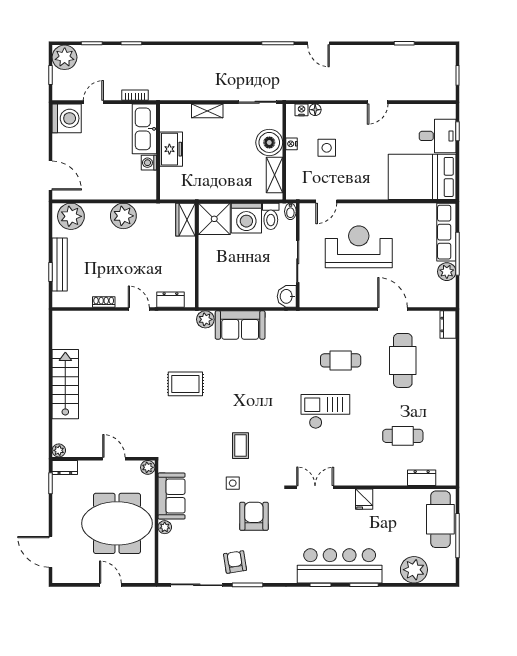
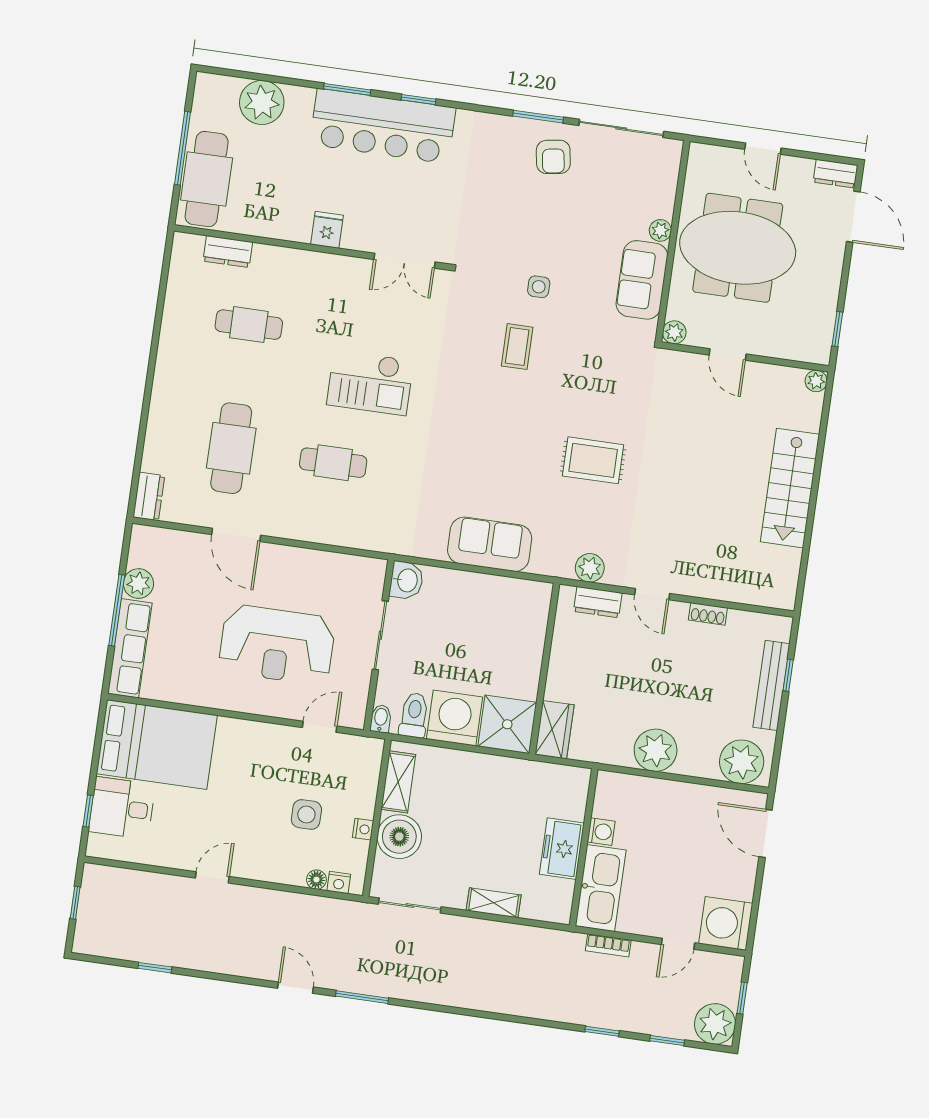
plant: (205, 319) -> (590, 568), moved
dresser: (65, 467) -> (835, 174), moved, turned 180
armchair: (254, 516) -> (512, 227), removed

